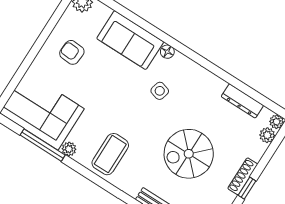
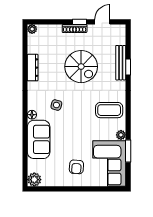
armchair: (72, 52) -> (76, 167), moved
dresser: (242, 101) -> (33, 68), moved
plant: (267, 135) -> (43, 29), removed
window: (43, 145) -> (128, 151), width x0.69

